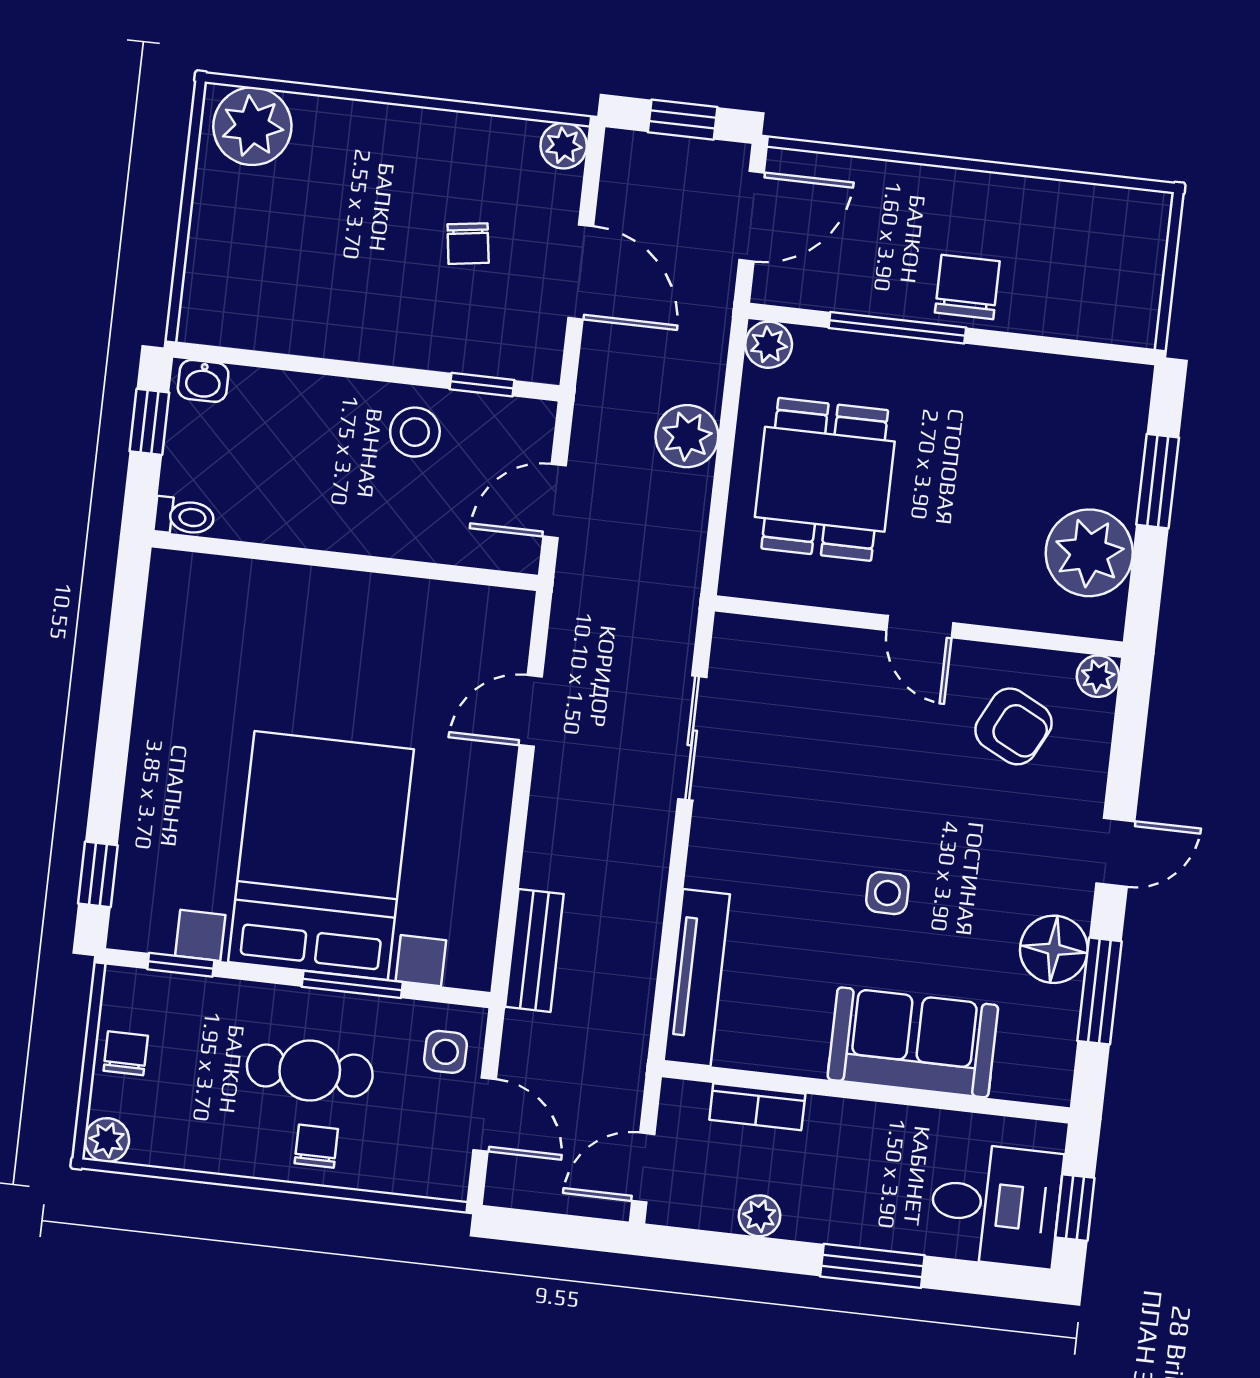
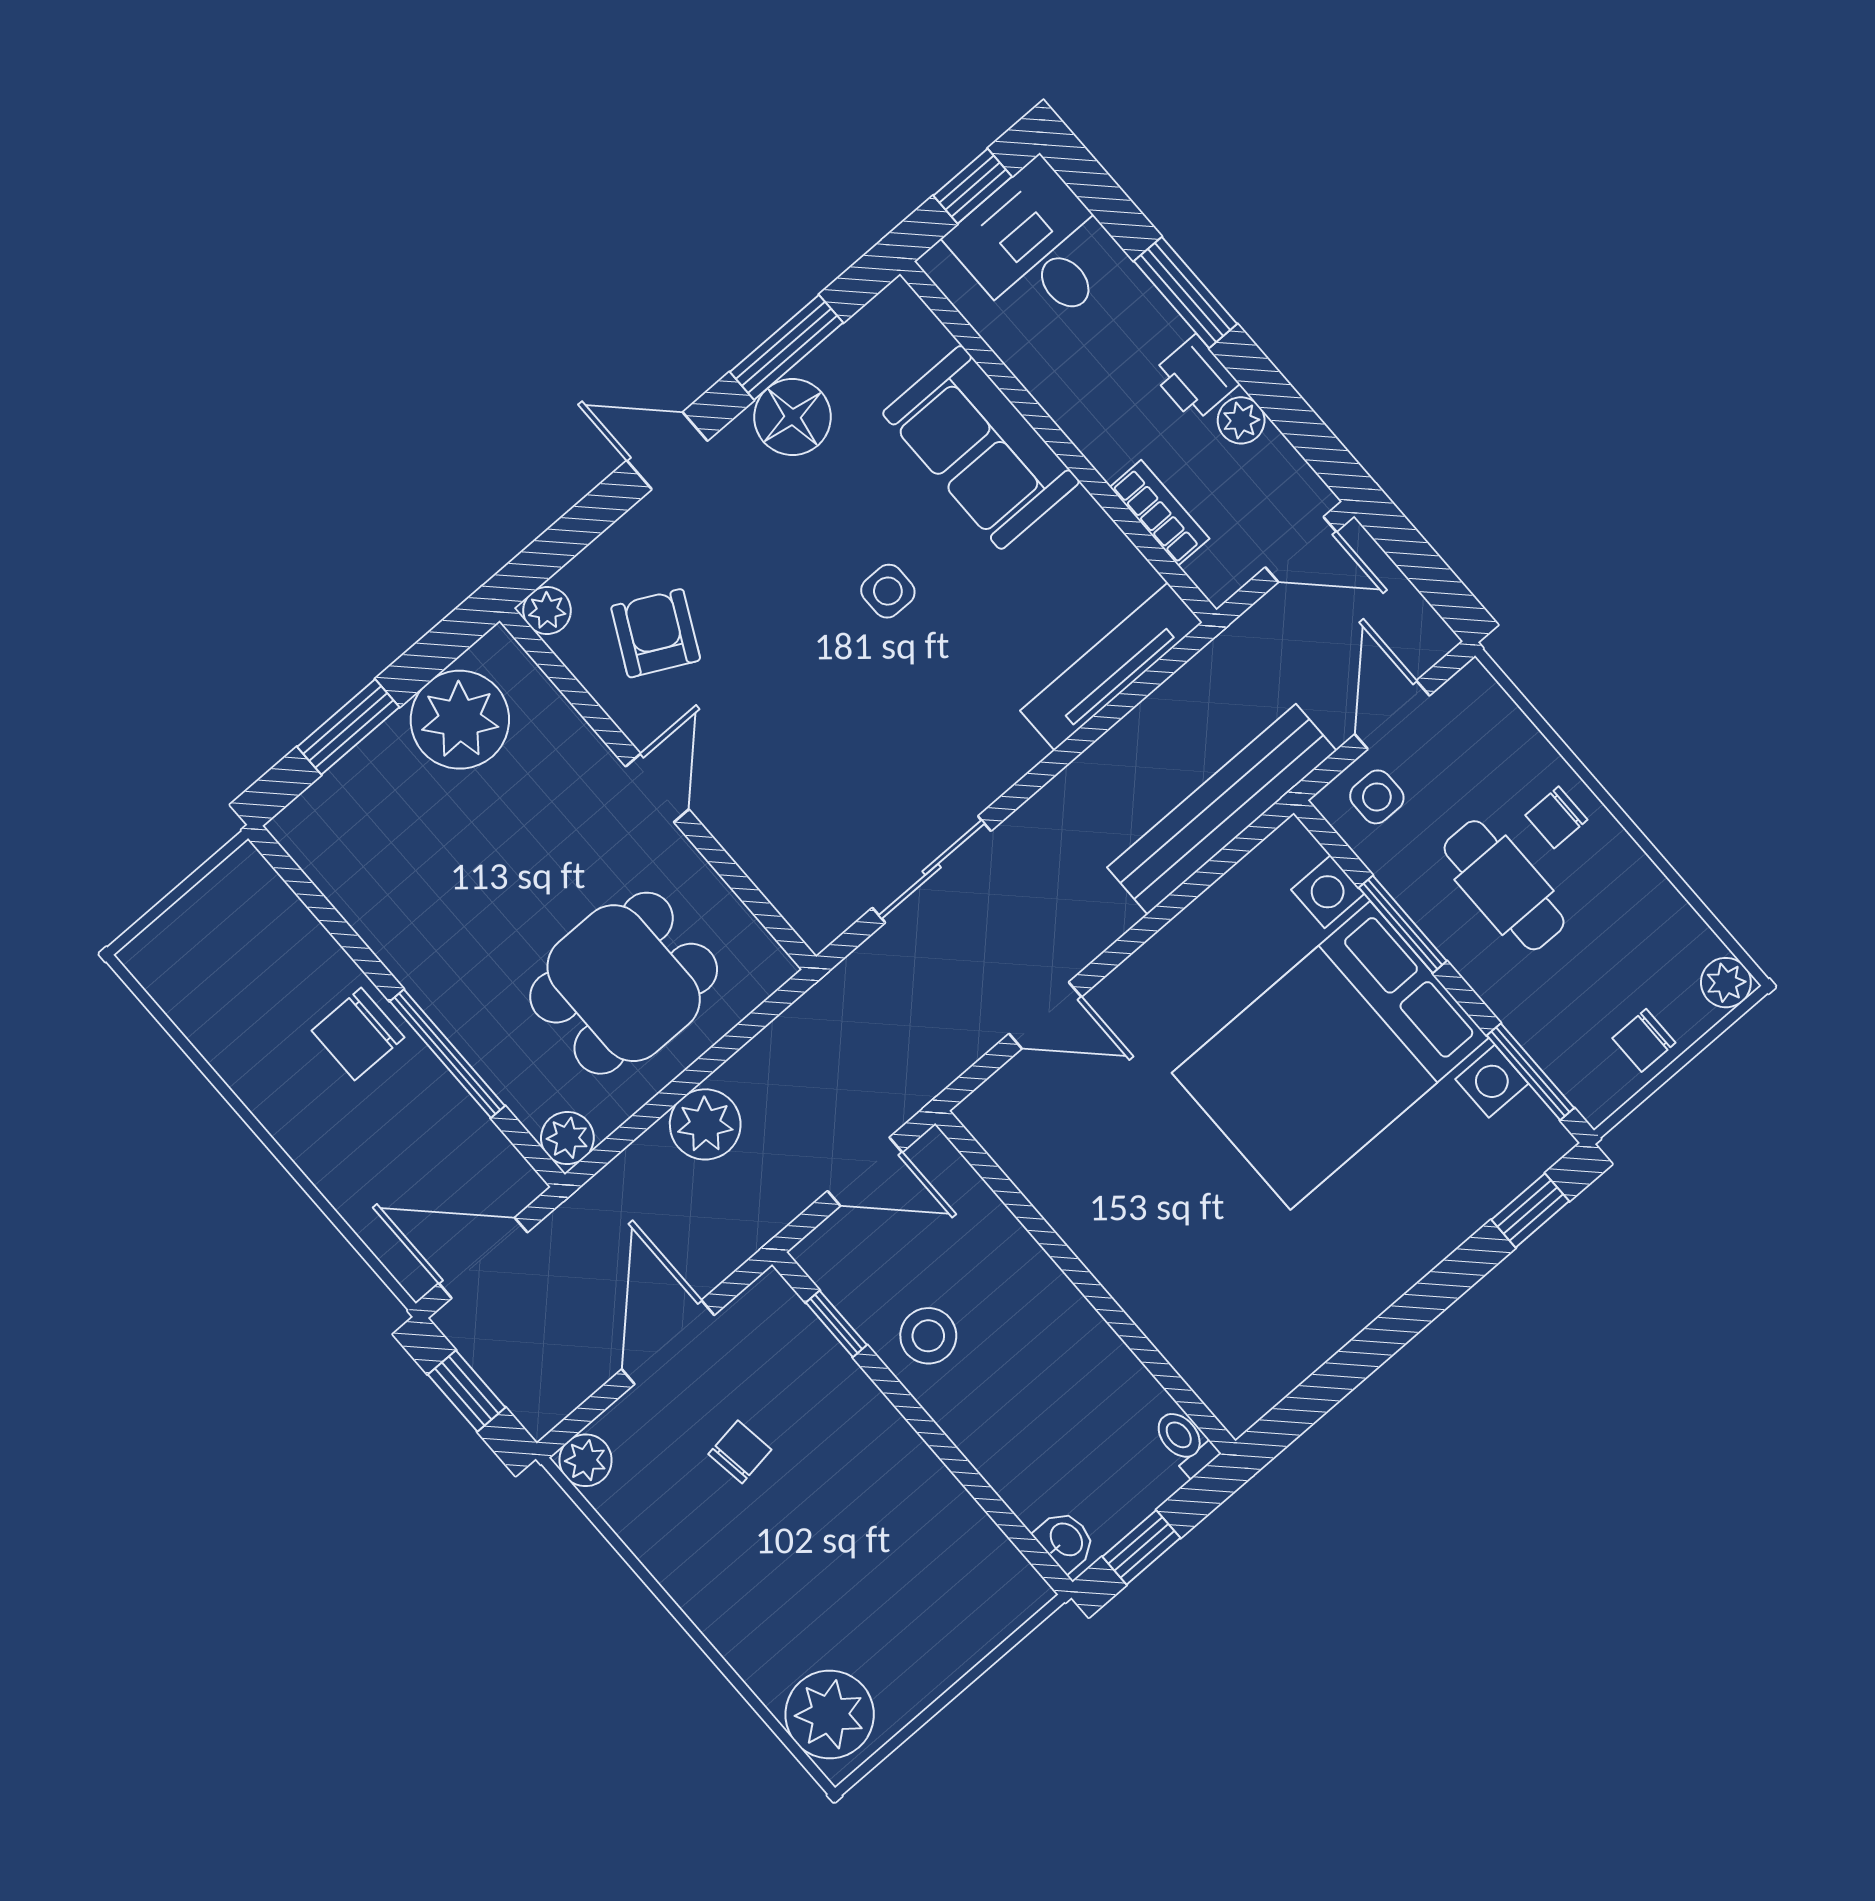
bench: (534, 950) -> (1222, 809), width x1.86, depth x1.21
window: (181, 965) -> (1530, 1072), width x1.50
printer: (815, 1216) -> (1195, 378), added

